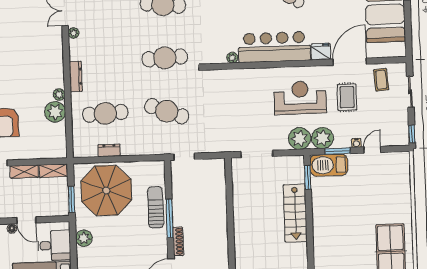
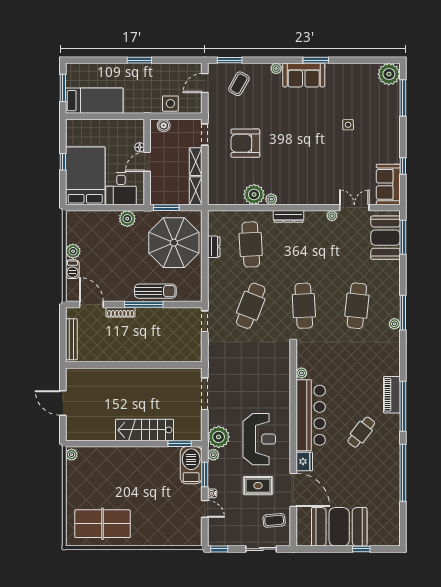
plant: (322, 138) -> (213, 455), width x0.53, depth x0.53

